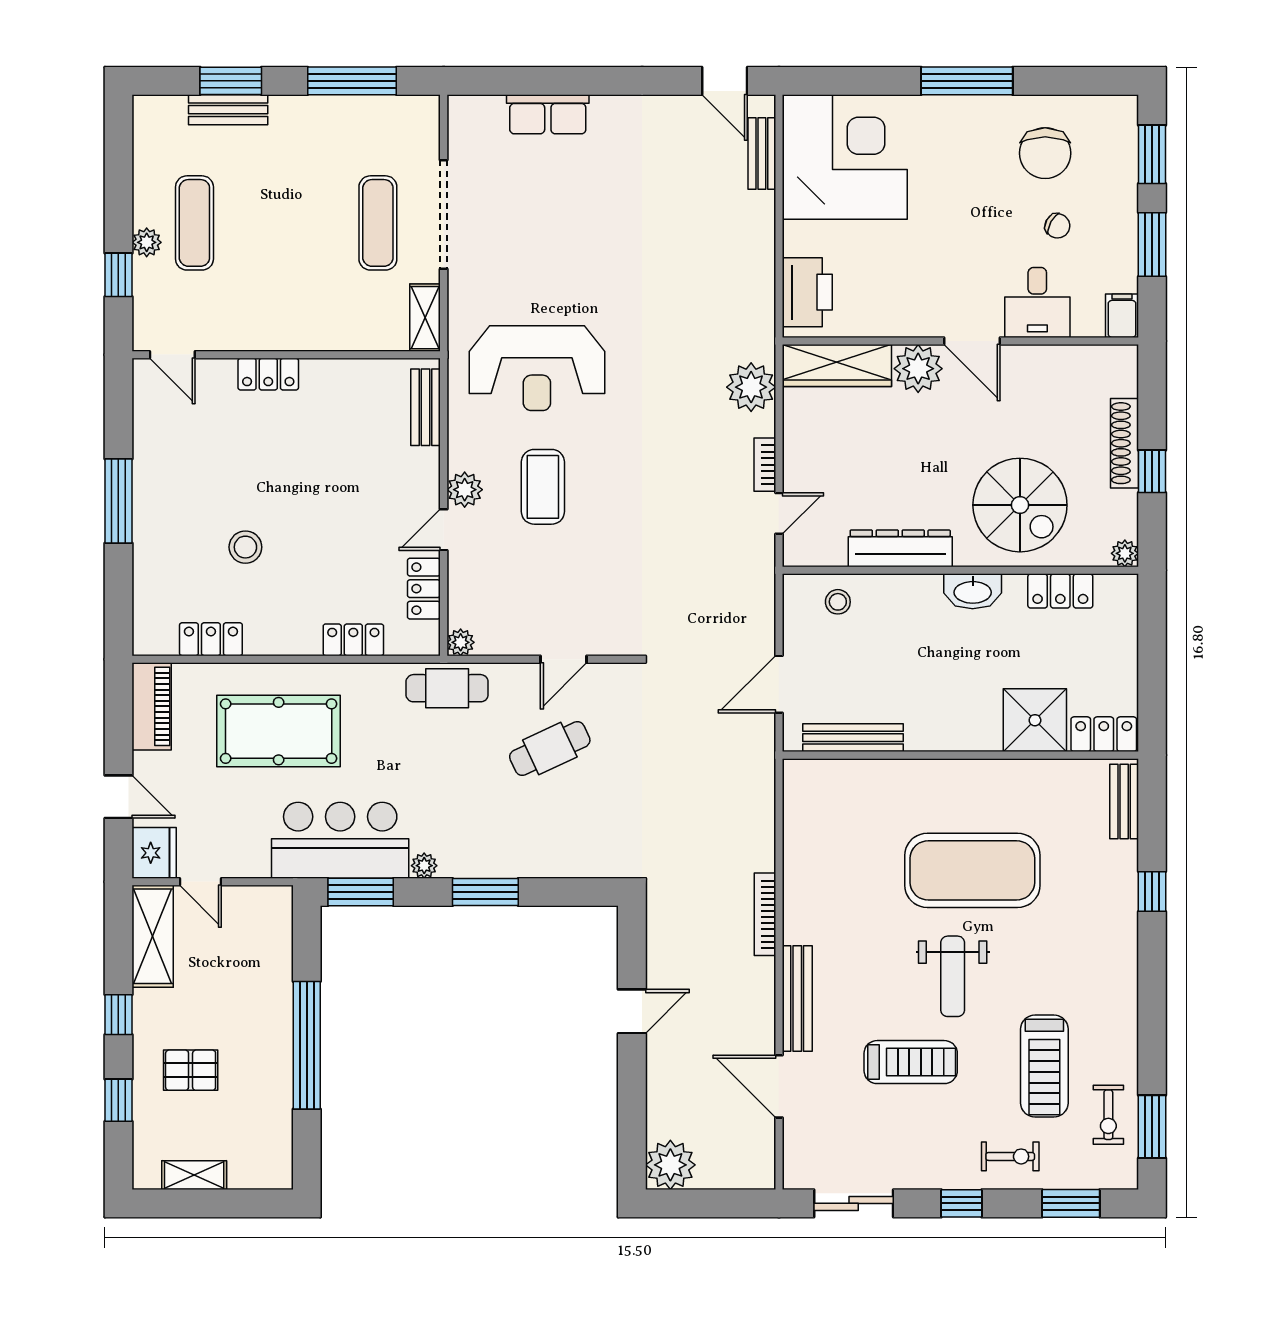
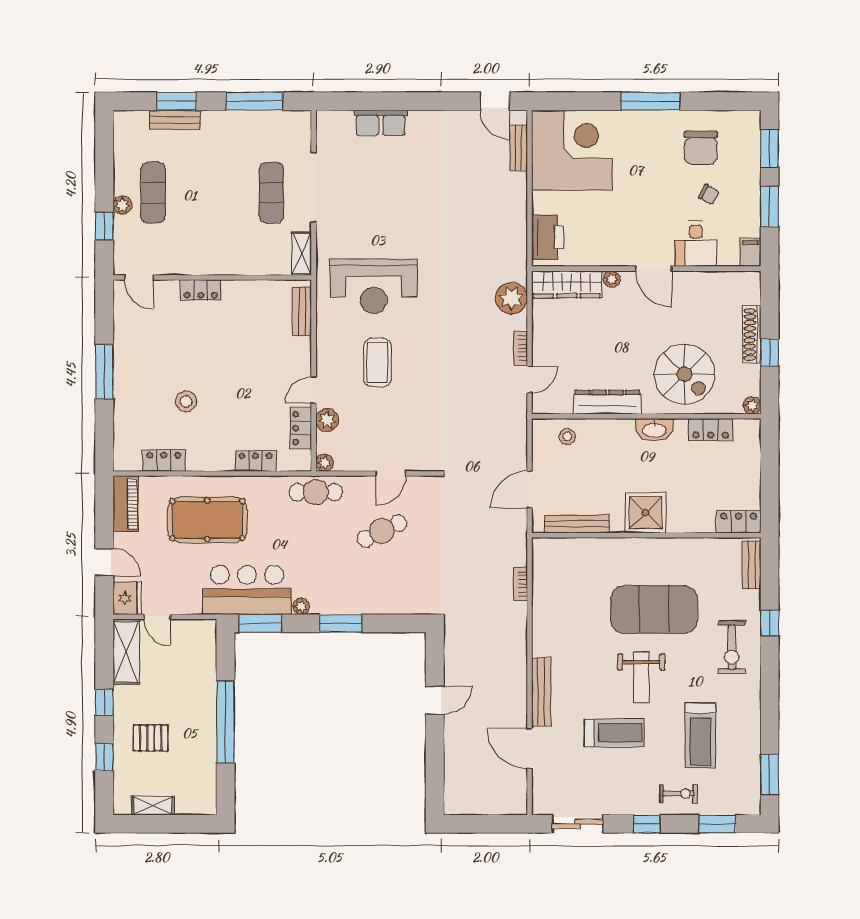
plant: (918, 369) -> (612, 279), width x0.53, depth x0.53
plant: (465, 490) -> (327, 420), moved
shower: (1035, 720) -> (646, 513), moved
bookcase: (765, 914) -> (520, 584), moved, width x0.64
exercise bike: (1108, 1115) -> (732, 647), moved, width x1.38, depth x1.39
plant: (670, 1165) -> (460, 799), removed

